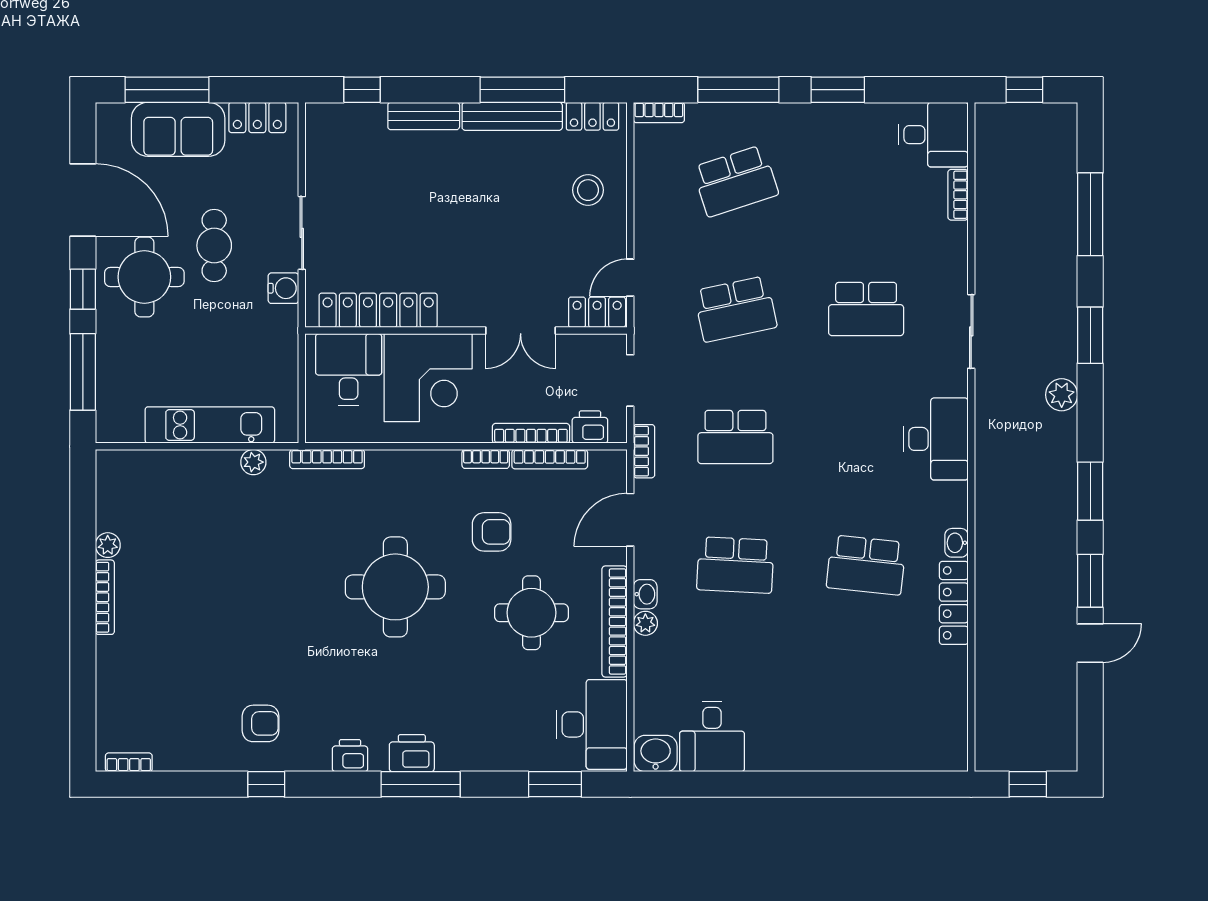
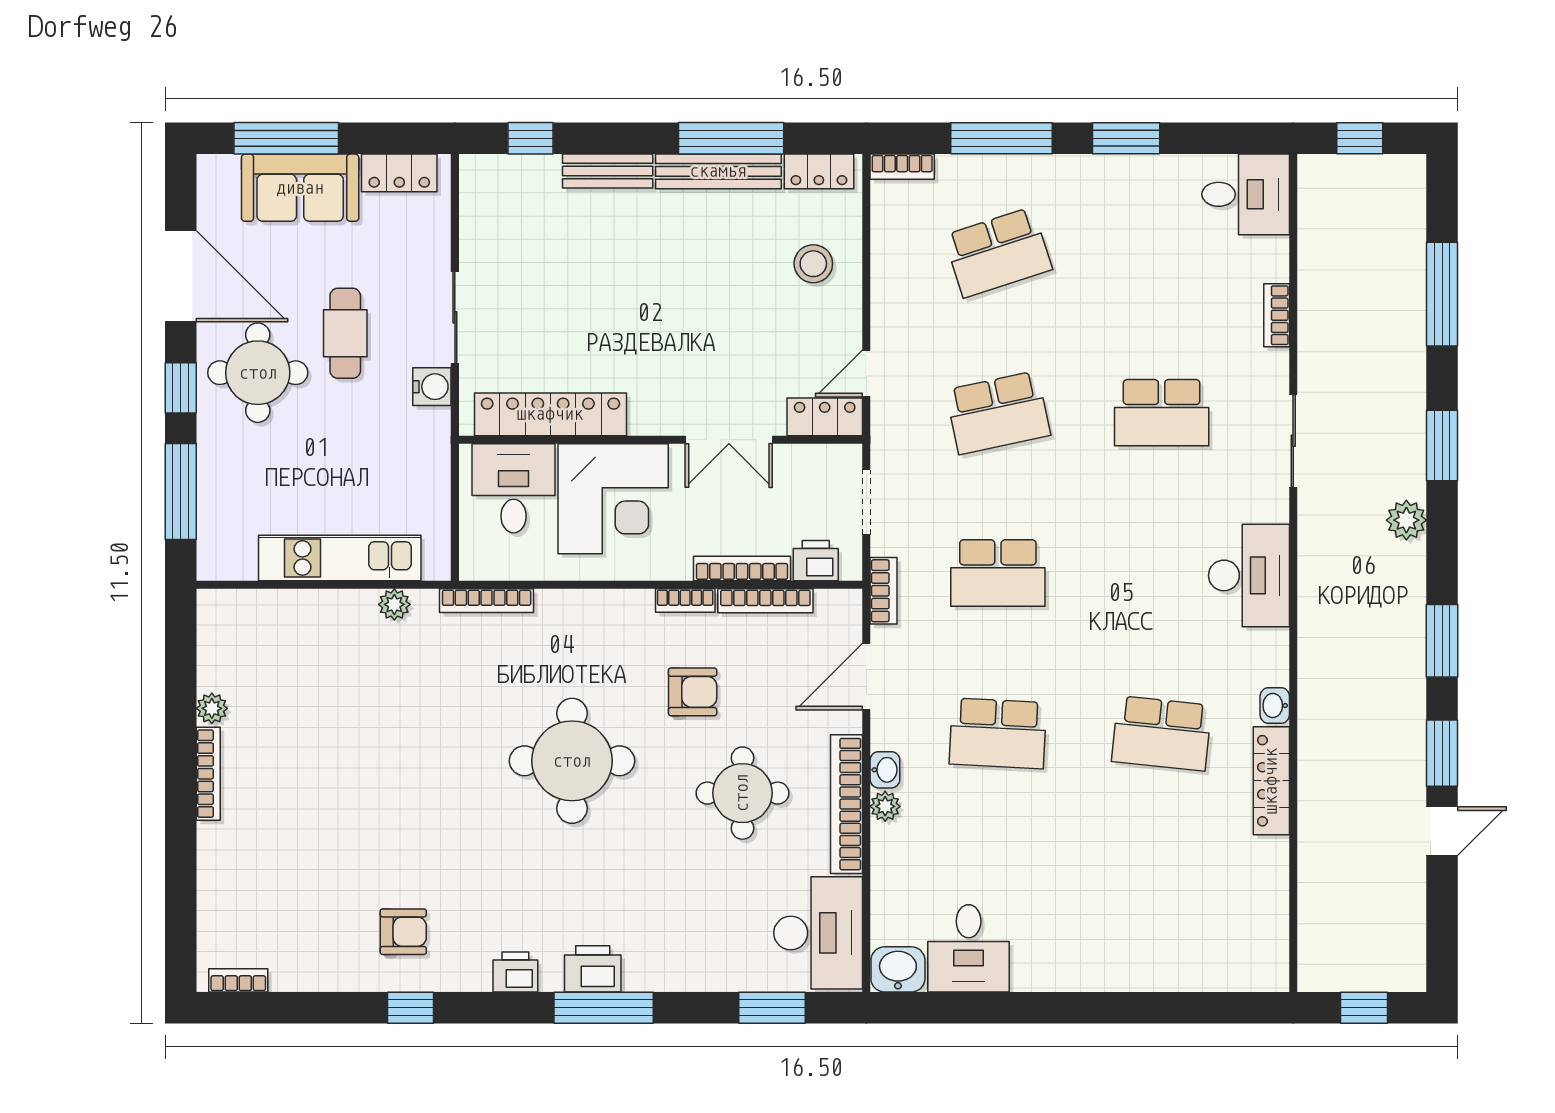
bookcase: (958, 195) -> (1277, 315), moved

